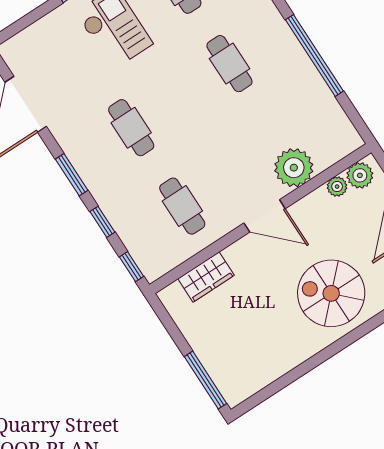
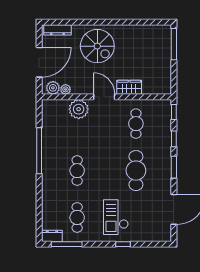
cafe table: (131, 128) -> (136, 171), width x1.37, depth x1.35
wardrobe: (206, 277) -> (129, 87), moved

